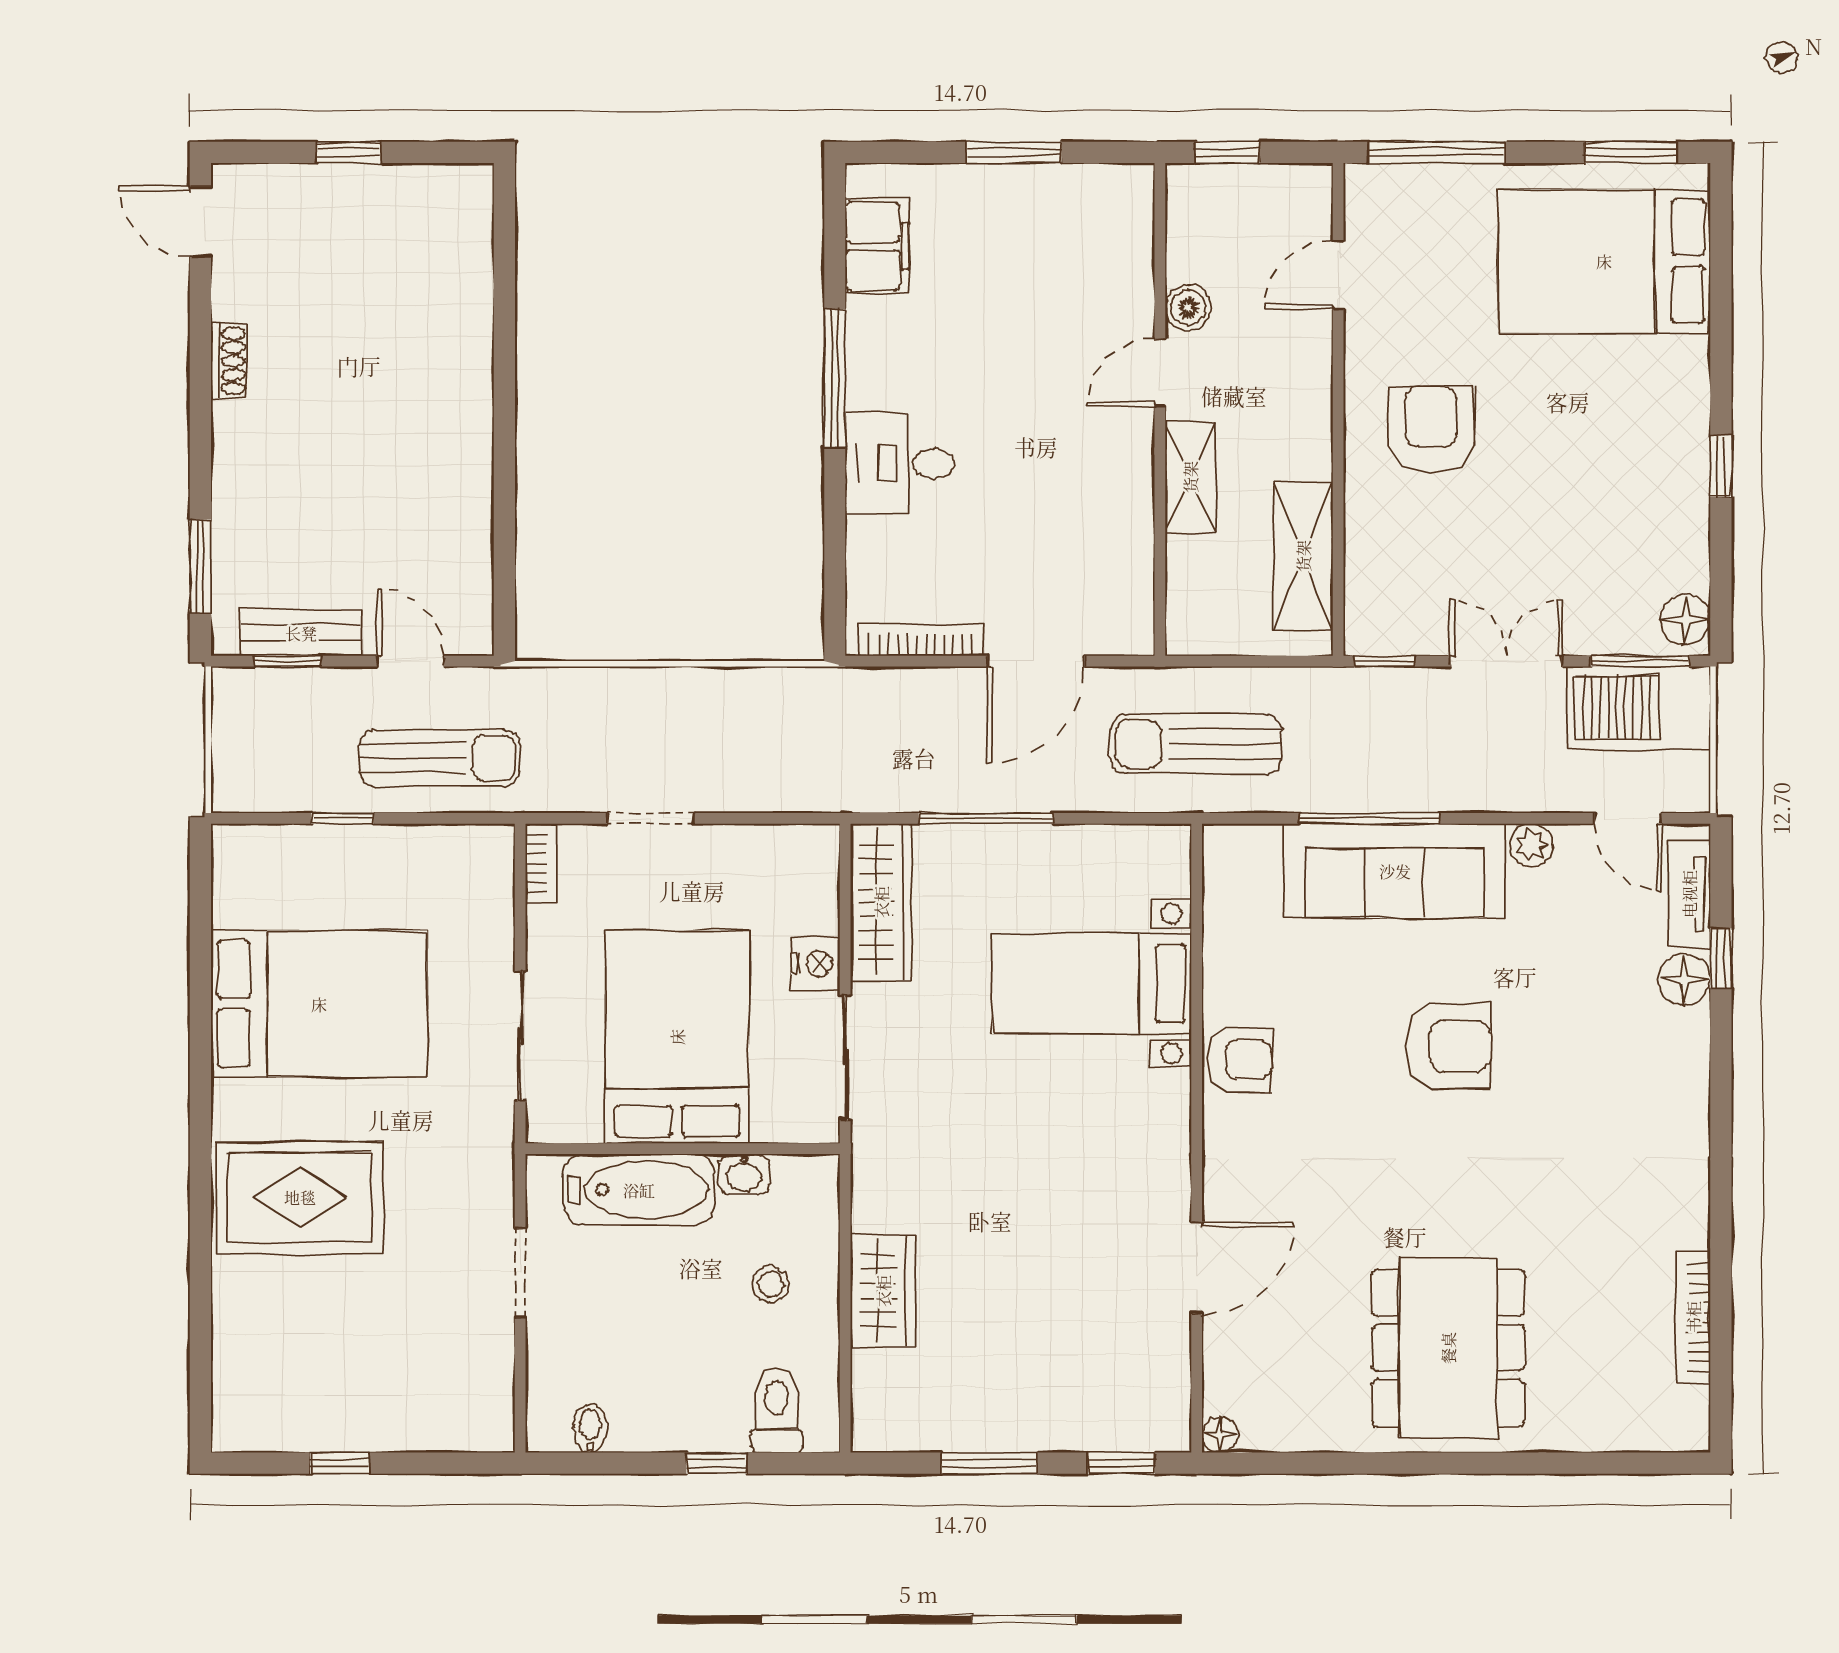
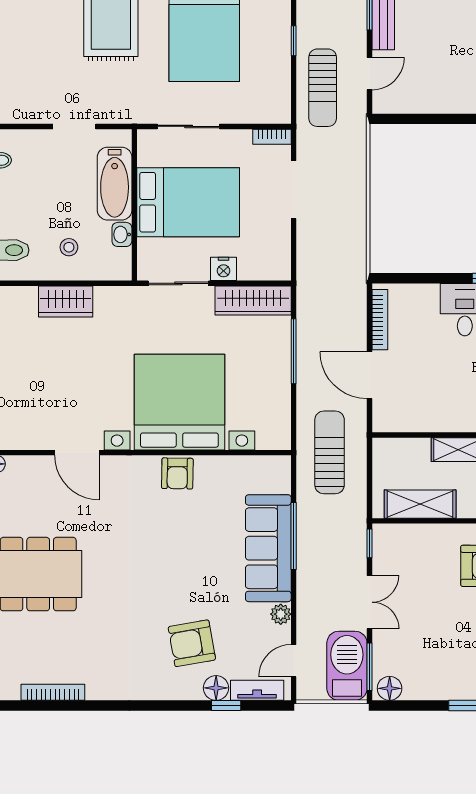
doorway: (651, 818) -> (294, 190), width x1.38
bed with nightstands: (1092, 983) -> (179, 402), width x1.85
armchair: (1448, 1046) -> (192, 643), moved, turned 80

